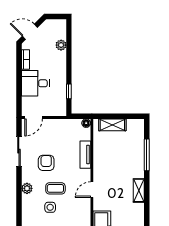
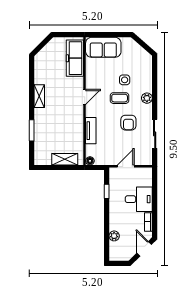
door: (30, 32) -> (144, 249), swing flipped
door: (34, 117) -> (126, 166), moved
window: (147, 155) -> (32, 130), width x0.69

